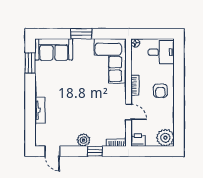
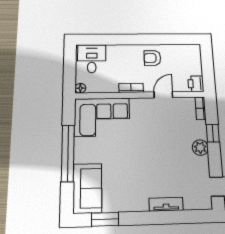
window: (81, 34) -> (68, 153), width x2.11
armchair: (160, 91) -> (152, 58), moved, turned 180
plant: (165, 138) -> (191, 54), removed

